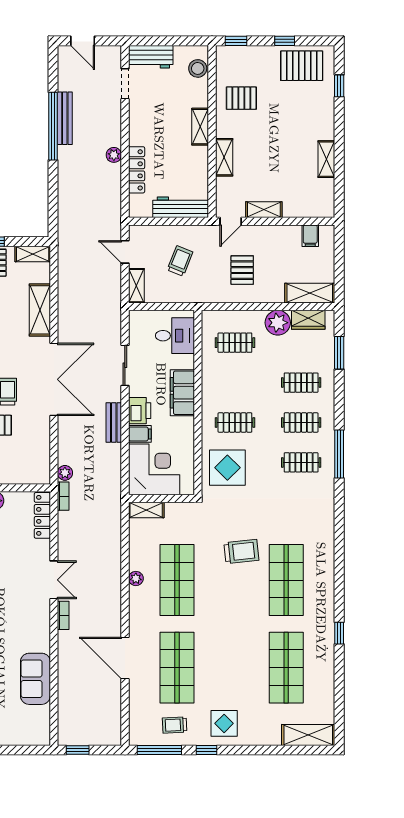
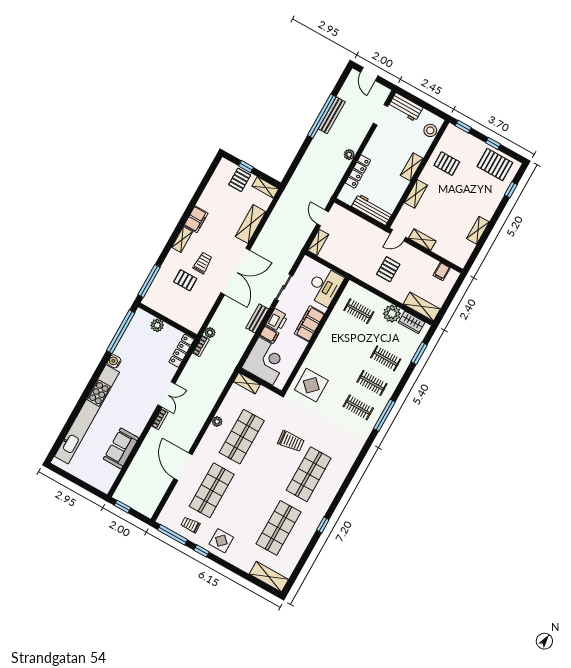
trolley: (180, 261) -> (353, 242), removed
desk: (175, 336) -> (324, 286), width x1.37
clothes rail: (235, 422) -> (331, 360), removed

